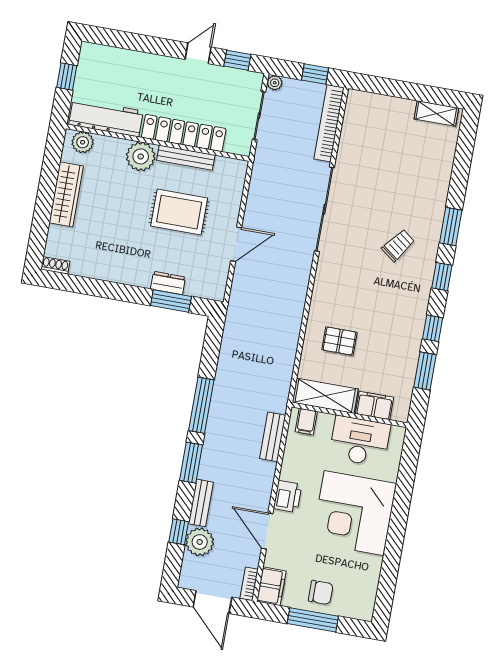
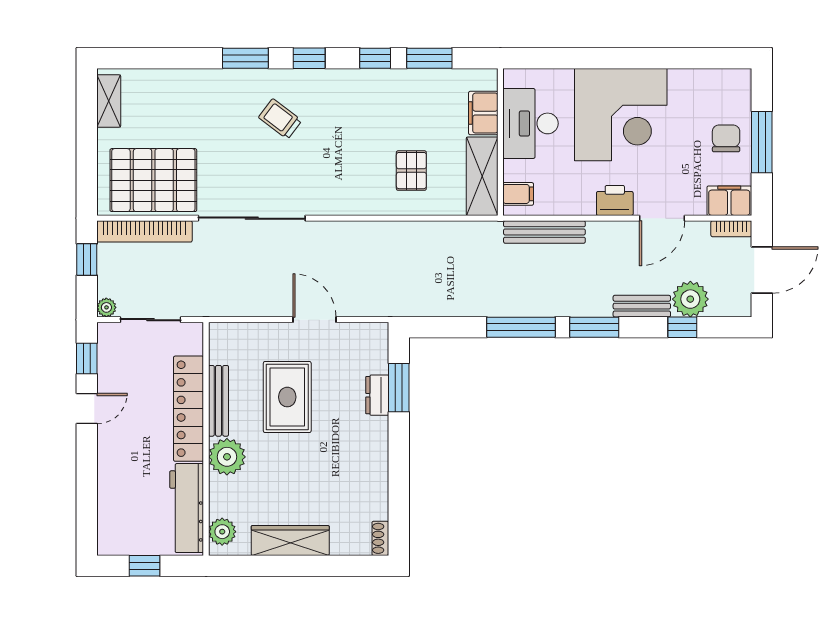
door: (198, 53) -> (87, 409), swing flipped
pallet: (368, 137) -> (153, 180), added
bench: (273, 437) -> (544, 232), width x1.36

